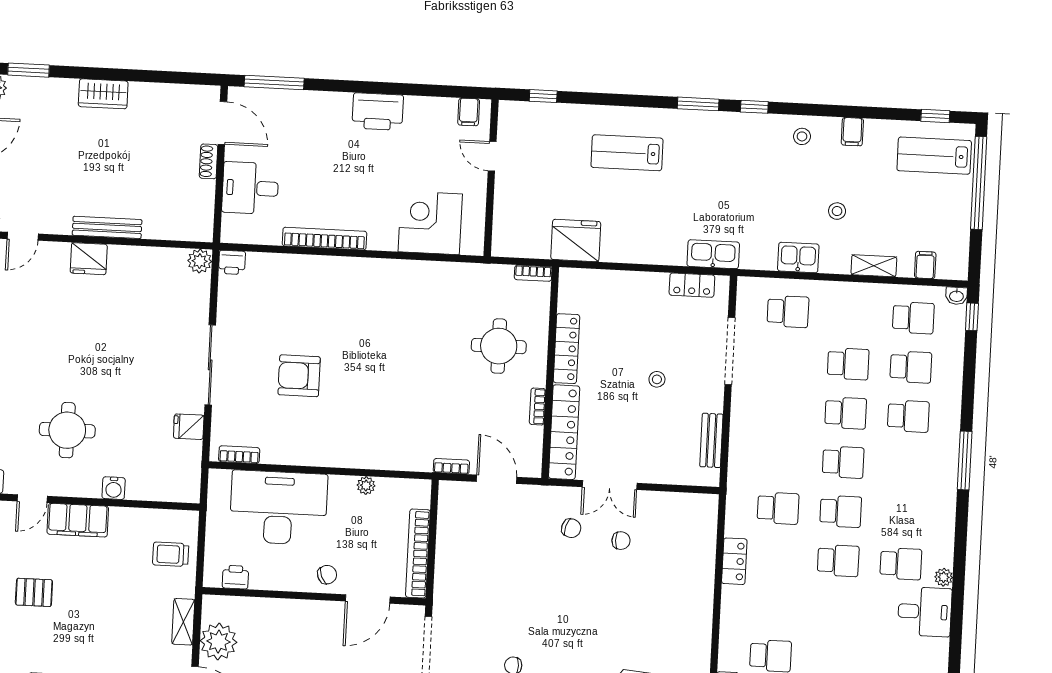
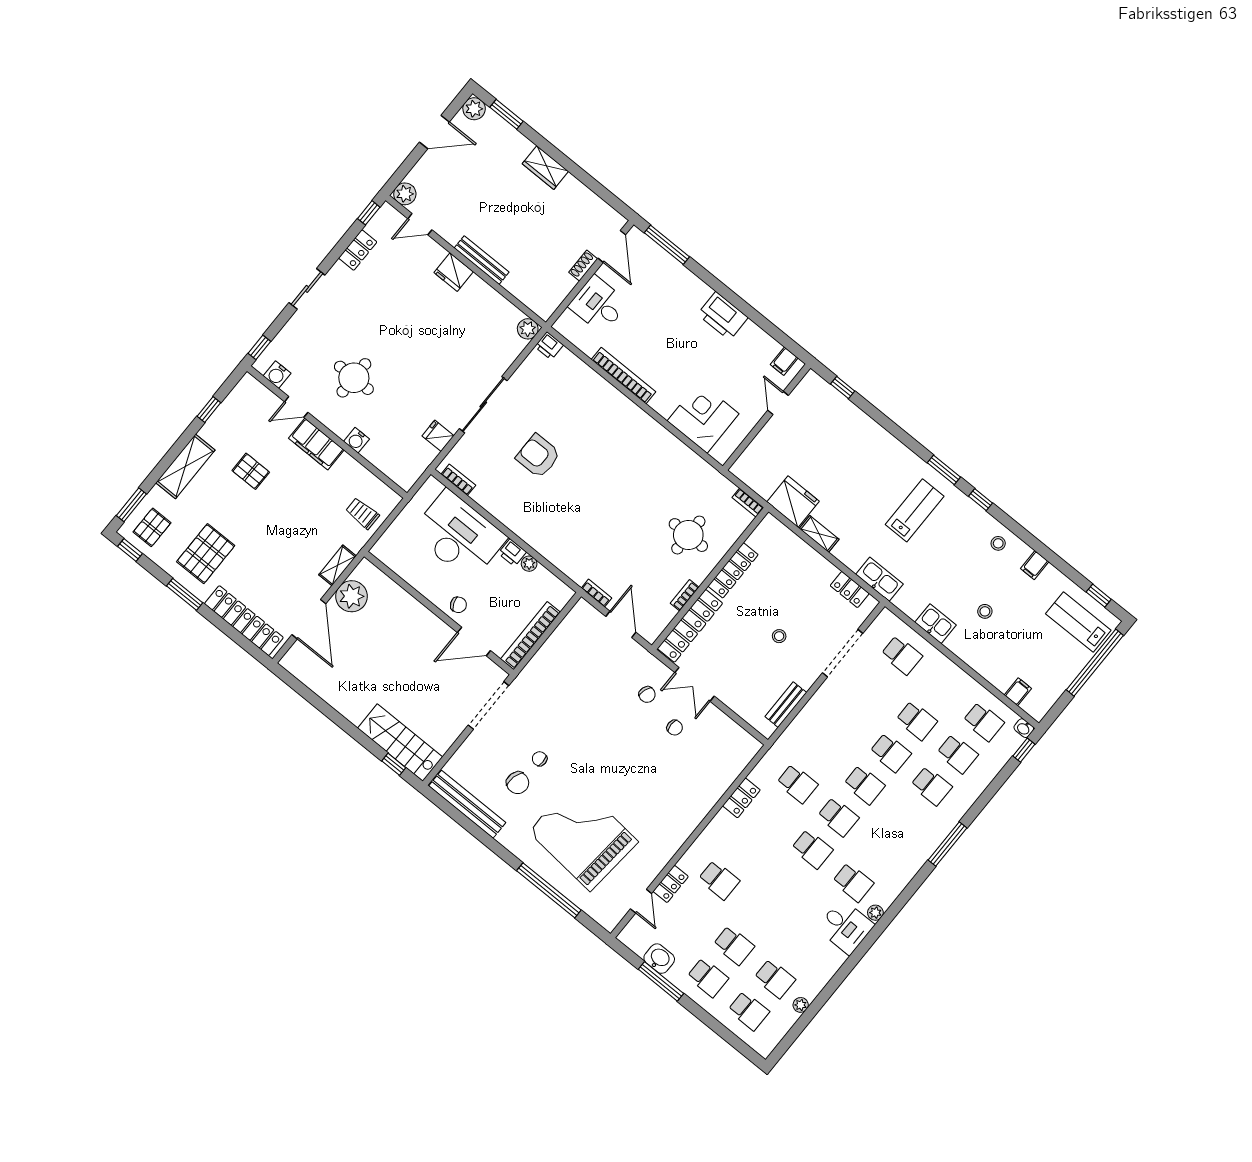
lab bench: (627, 153) -> (915, 510), moved, turned 90
shelving: (874, 266) -> (819, 534), moved
printer: (235, 577) -> (512, 553), moved, turned 180

